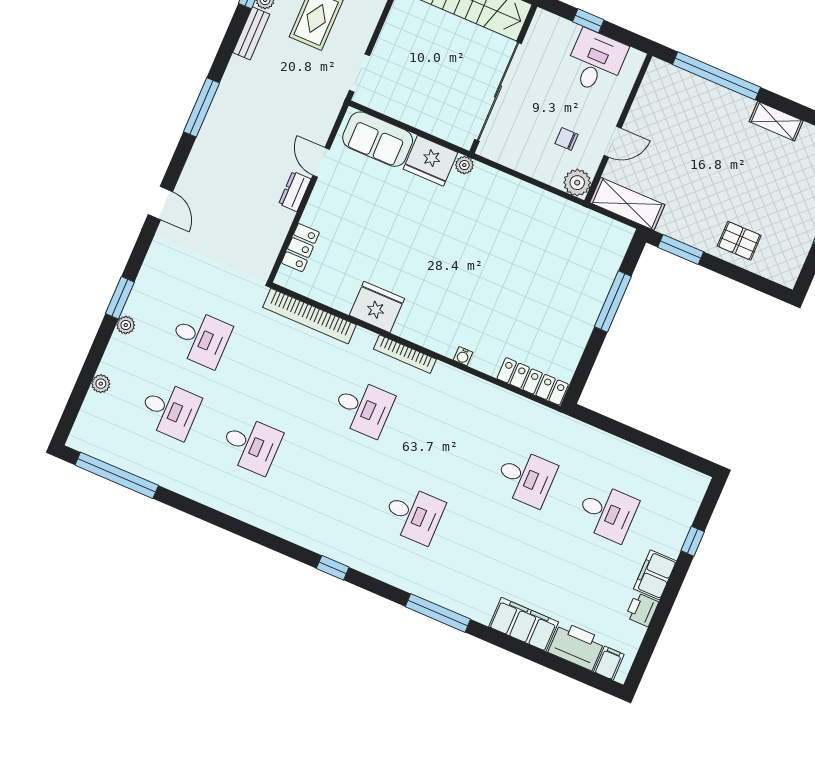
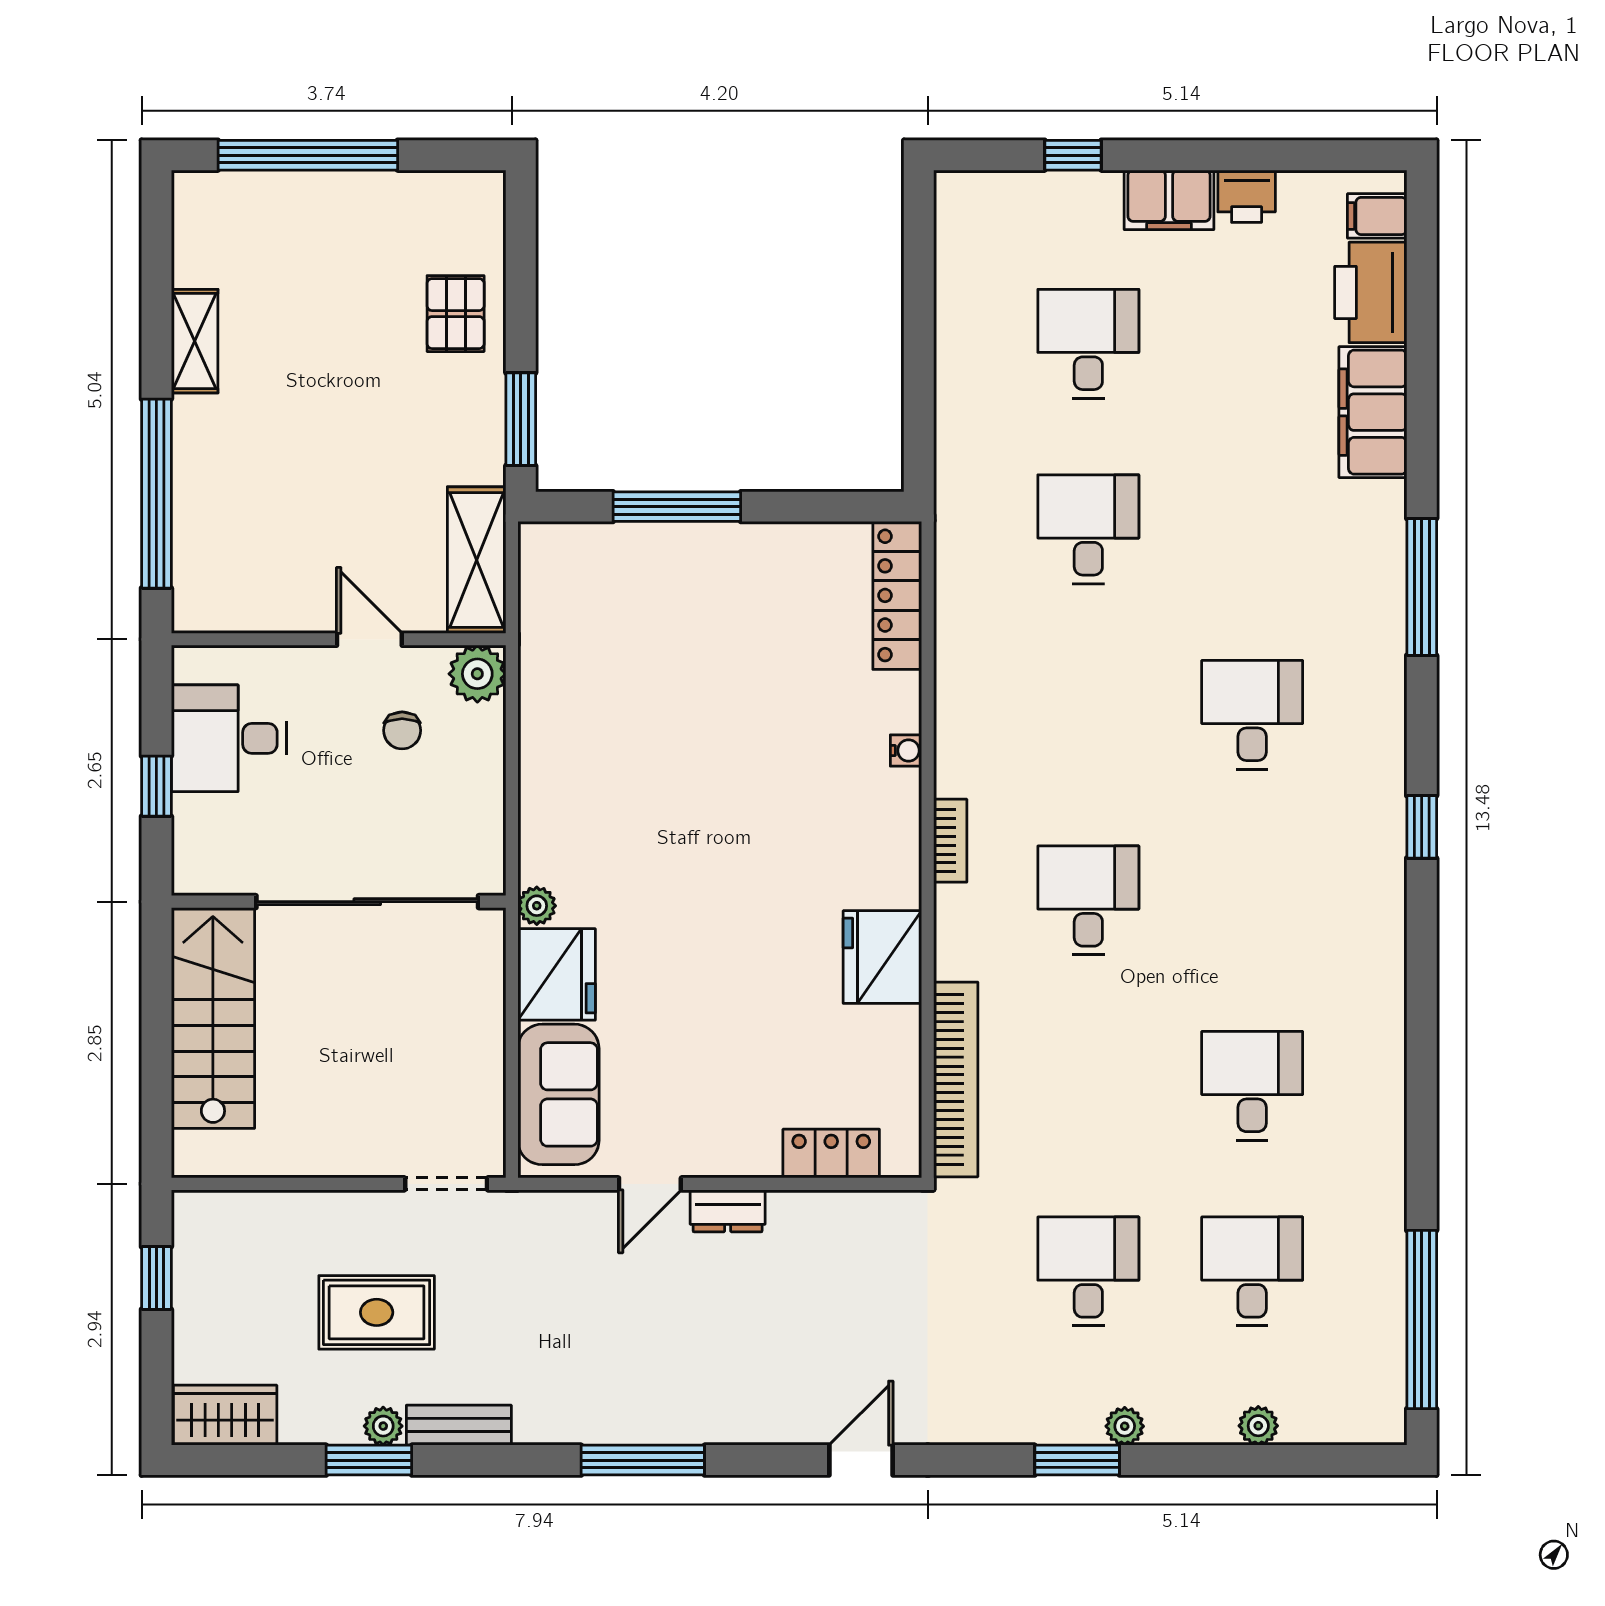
bookcase: (405, 354) -> (950, 841), width x0.64

